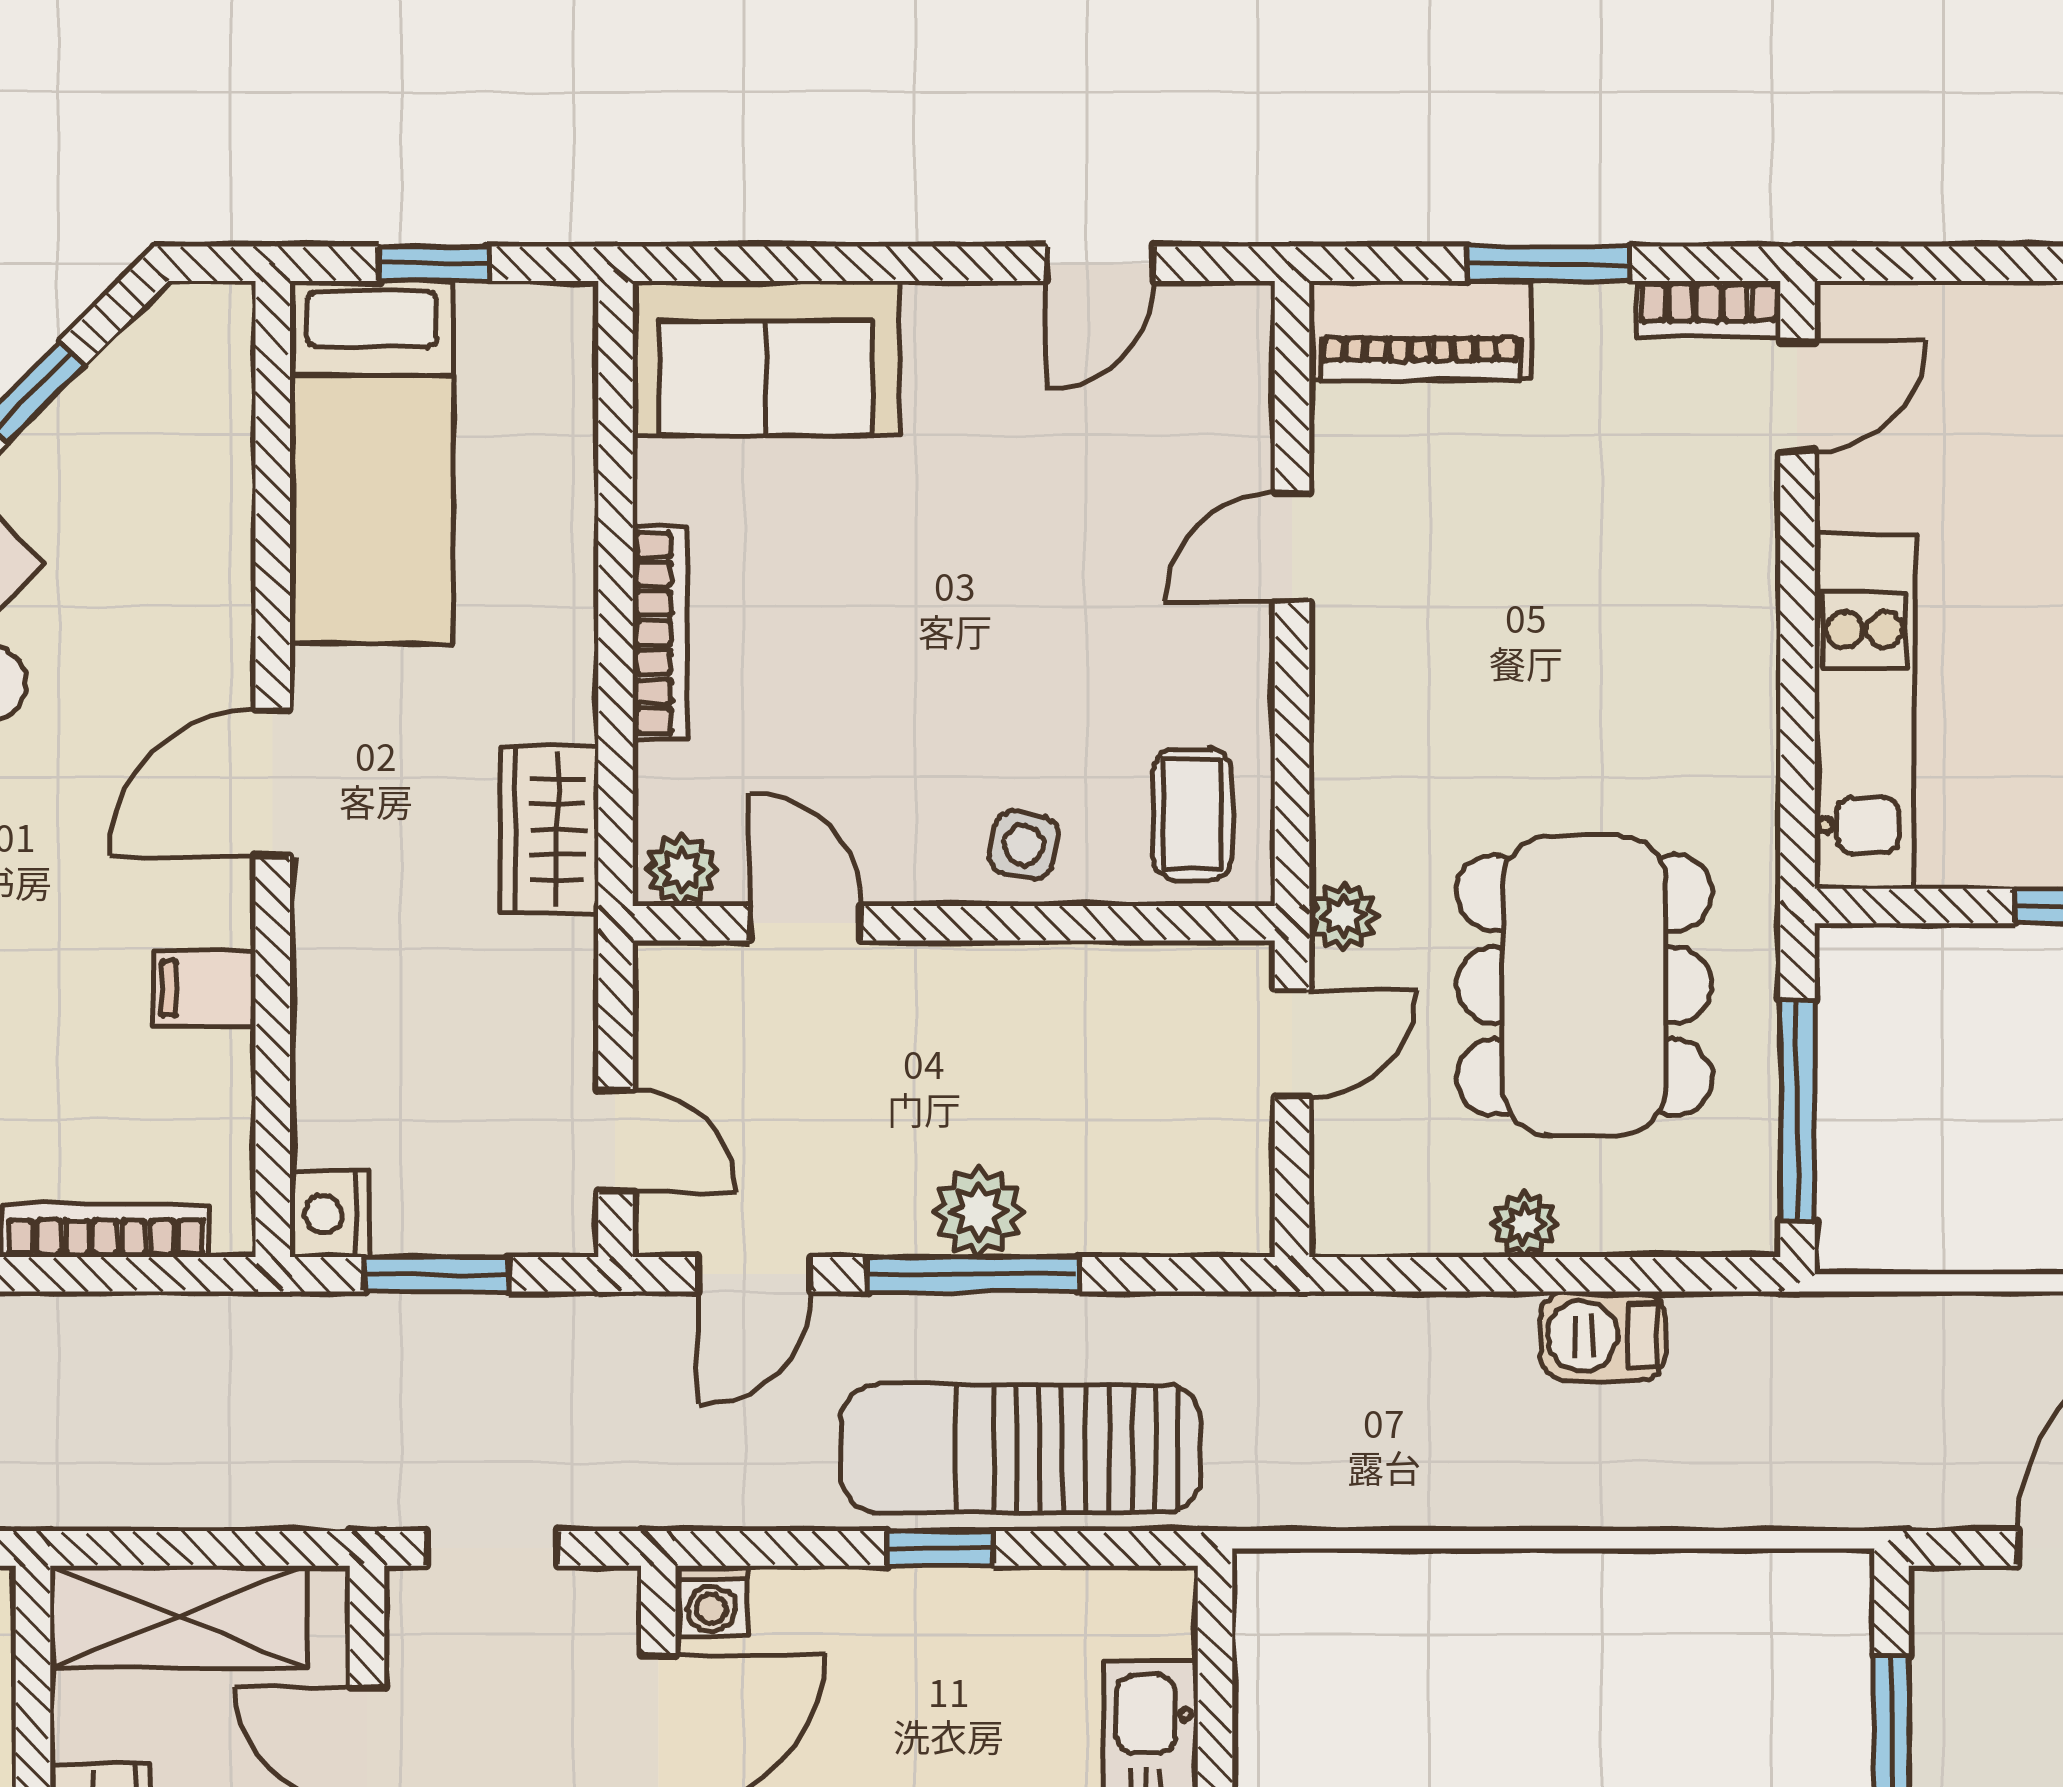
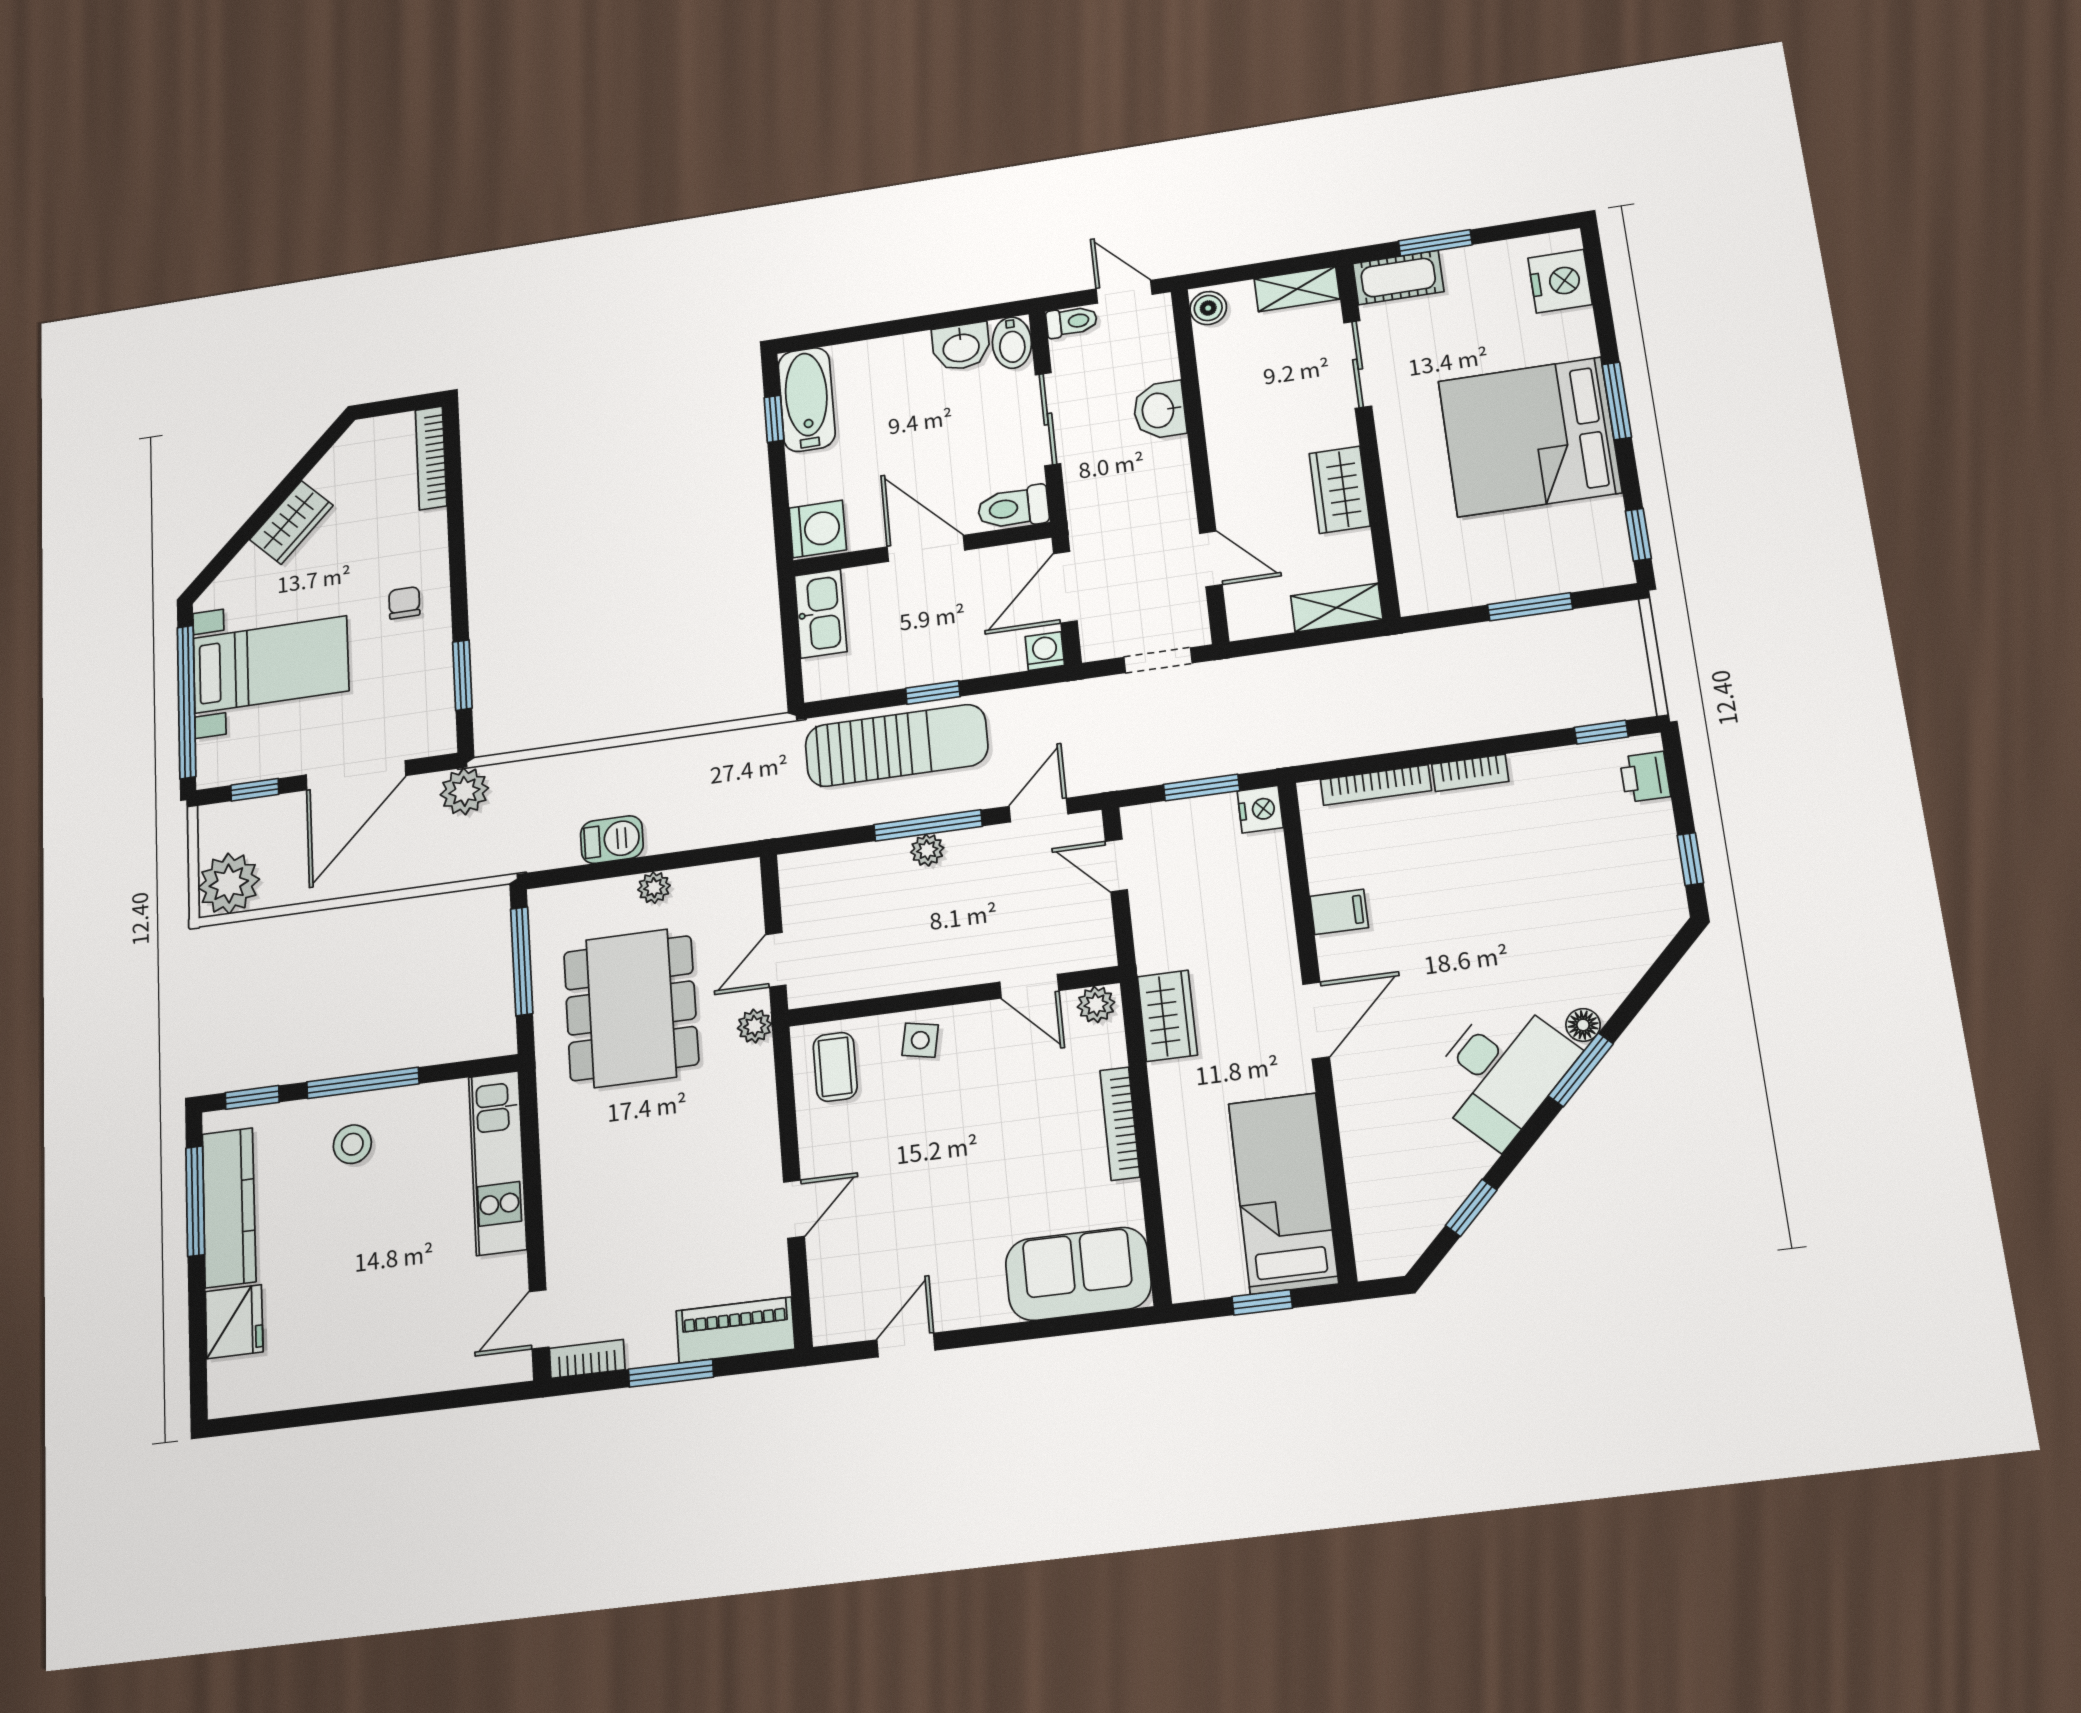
plant: (979, 1212) -> (927, 850), width x0.73, depth x0.73
plant: (1898, 1481) -> (464, 791), added
shelving: (179, 1617) -> (1337, 608), width x0.67, depth x0.75

